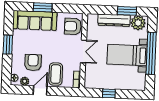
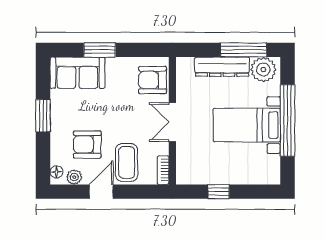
window: (127, 11) -> (243, 50), width x1.44
sofa: (35, 20) -> (77, 73), width x0.73
double door: (83, 51) -> (172, 122), swing flipped
armchair: (33, 62) -> (87, 144), turned -90

